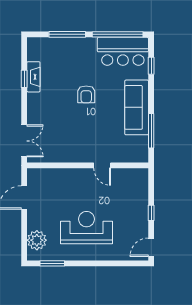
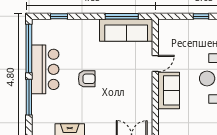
bar counter: (123, 51) -> (45, 69), moved
sofa: (137, 107) -> (126, 30), moved
sofa: (74, 179) -> (169, 90), added

